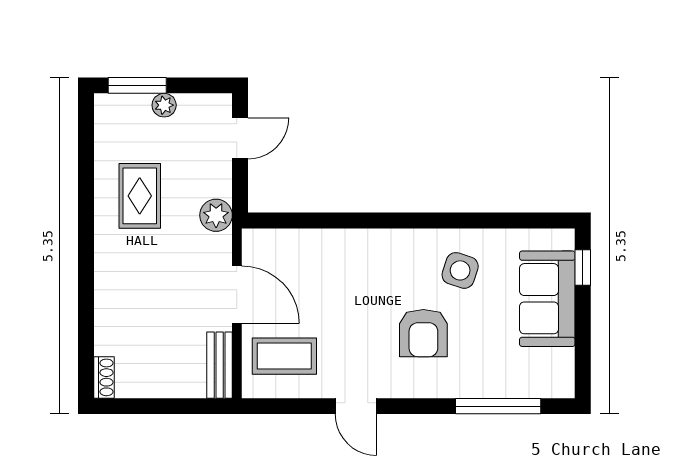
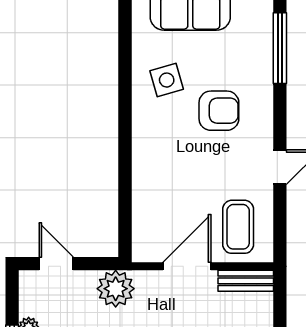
plant: (216, 215) -> (116, 289), width x1.36, depth x1.36
side table: (460, 270) -> (167, 80), turned -34

